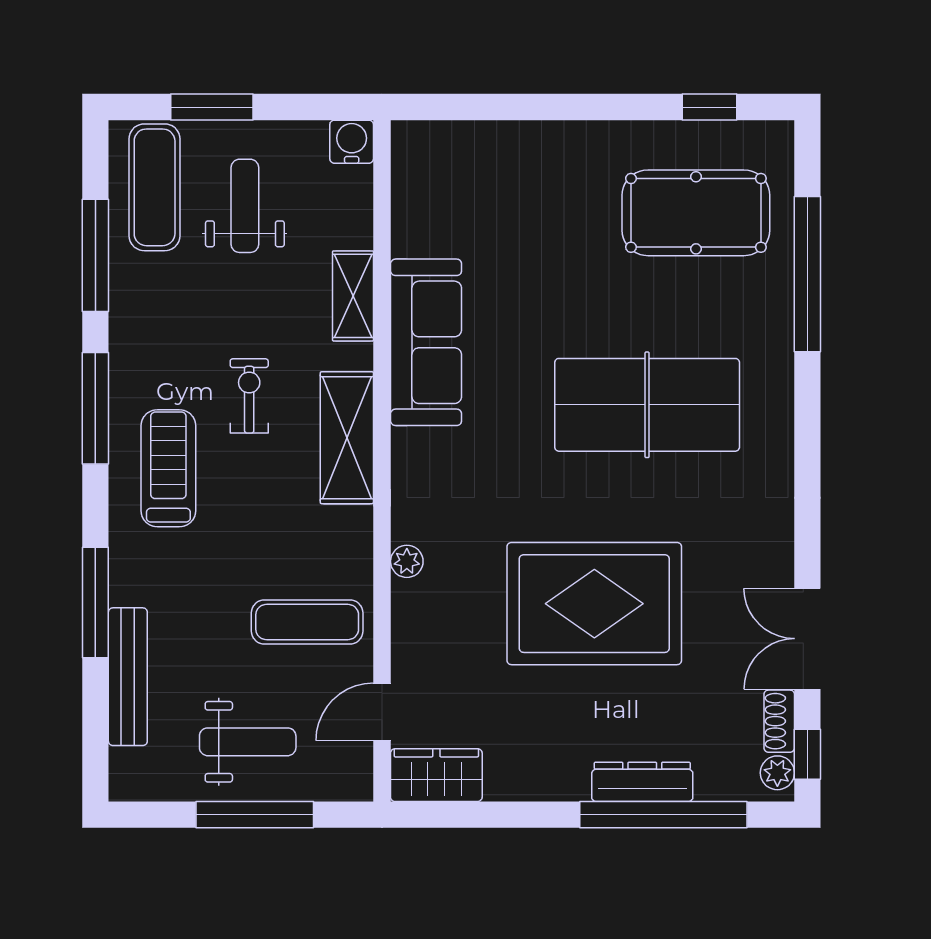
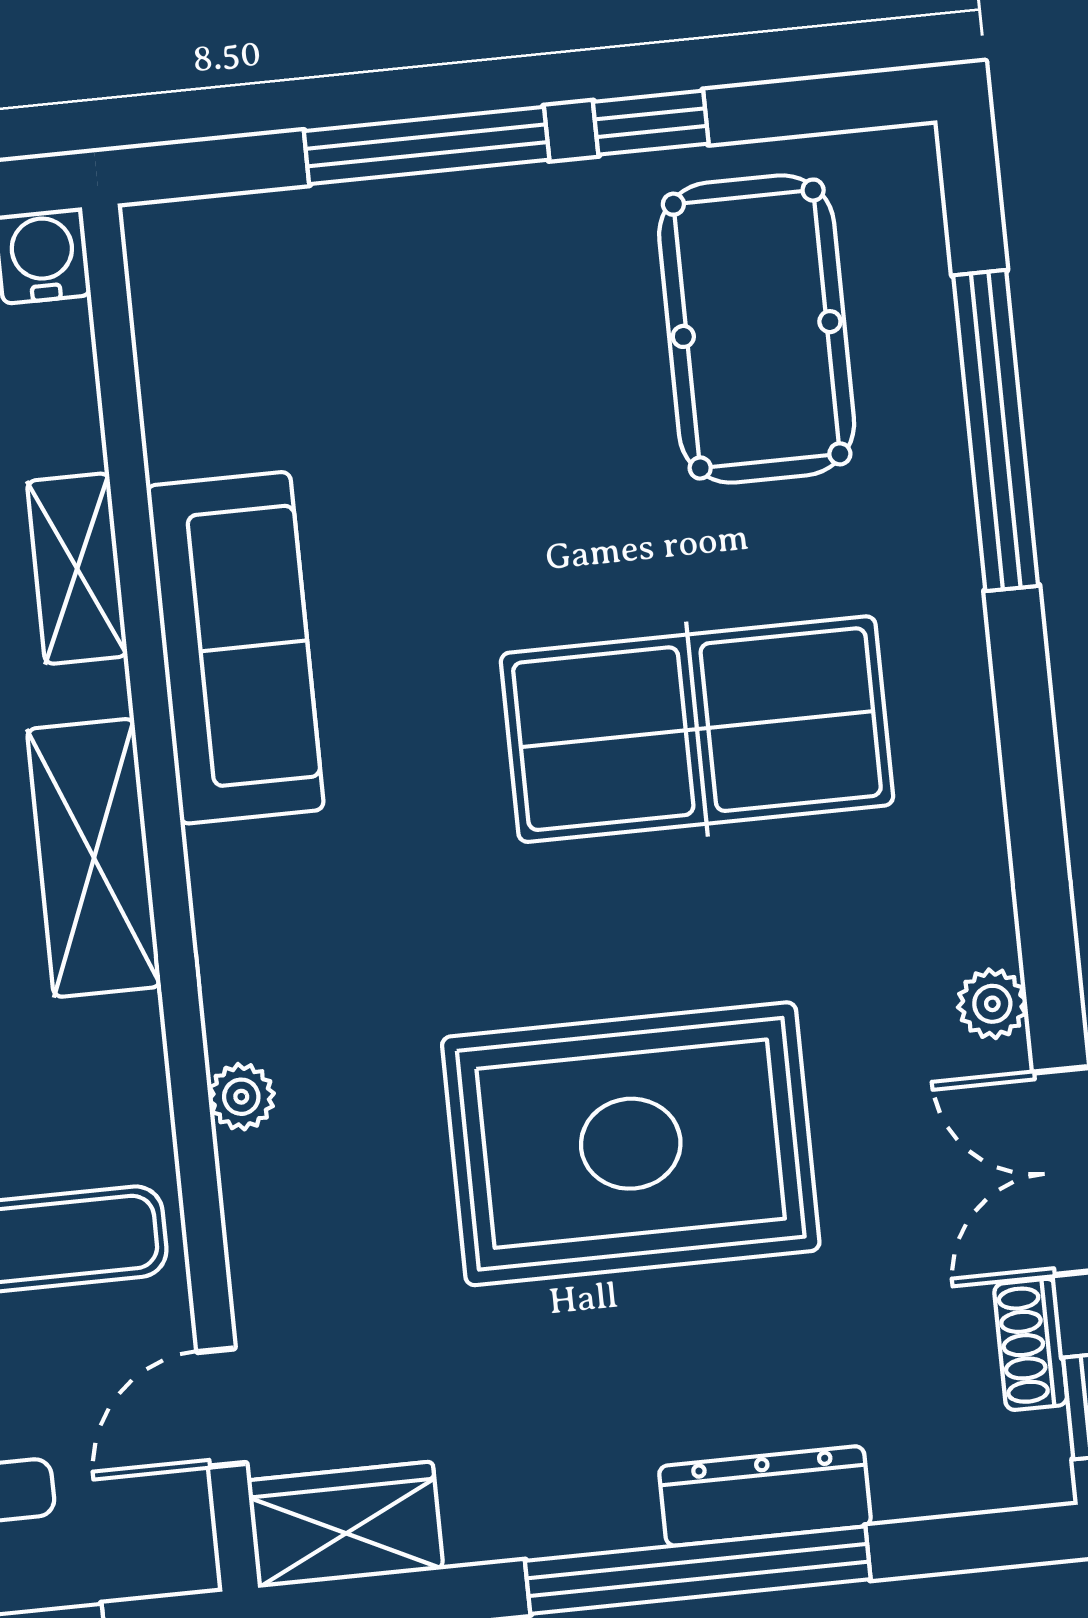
window: (544, 107) -> (427, 145), added
window: (710, 107) -> (651, 123), moved
pool table: (696, 213) -> (757, 329), turned 90
plant: (777, 773) -> (992, 1004), moved
window: (663, 815) -> (698, 1570), moved

